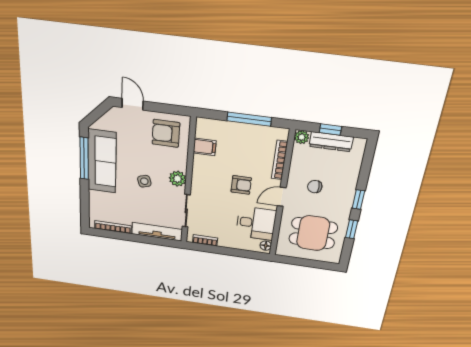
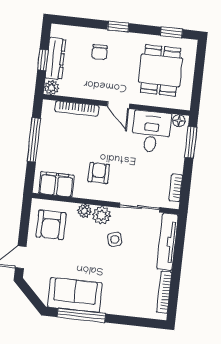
filing cabinet: (205, 147) -> (56, 184), width x2.00
sofa: (102, 161) -> (75, 295), width x0.73
plant: (181, 164) -> (84, 211), added
side table: (144, 181) -> (115, 239), moved
armchair: (241, 185) -> (99, 173), moved
chair: (315, 187) -> (100, 52), moved
window: (352, 229) -> (171, 32), moved
window: (246, 254) -> (191, 142), added

